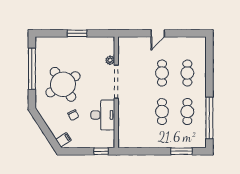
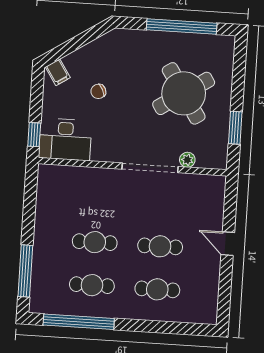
window: (77, 33) -> (235, 128), moved
round table: (63, 84) -> (184, 93), moved
desk: (103, 115) -> (65, 139), moved
window: (181, 151) -> (25, 271), width x1.44

